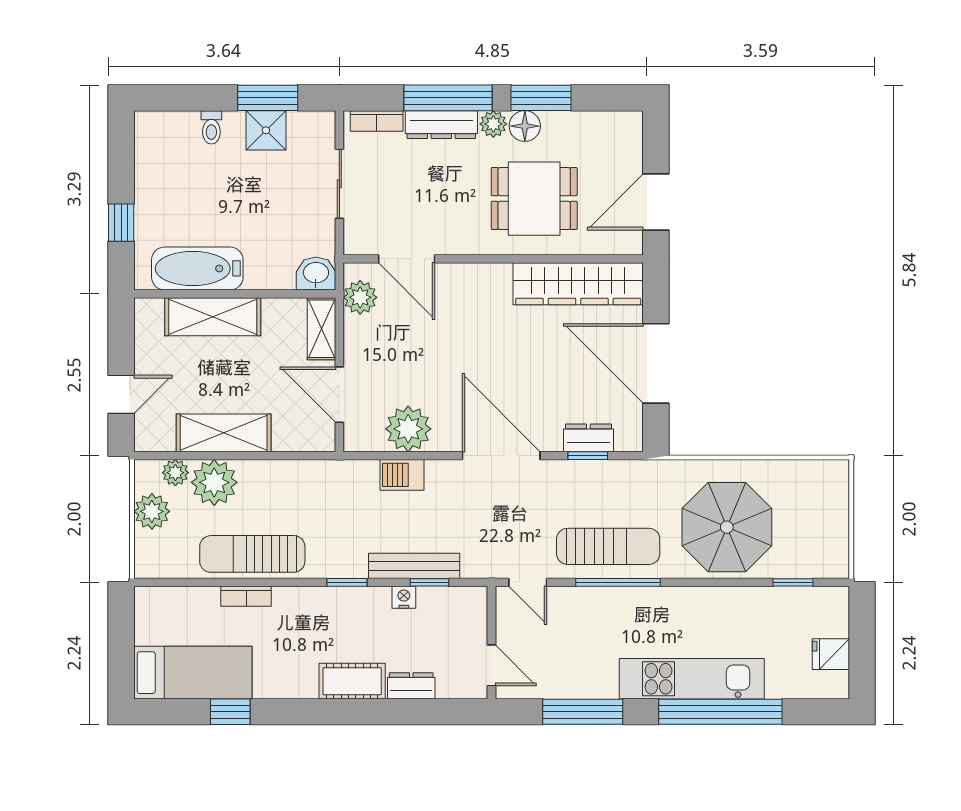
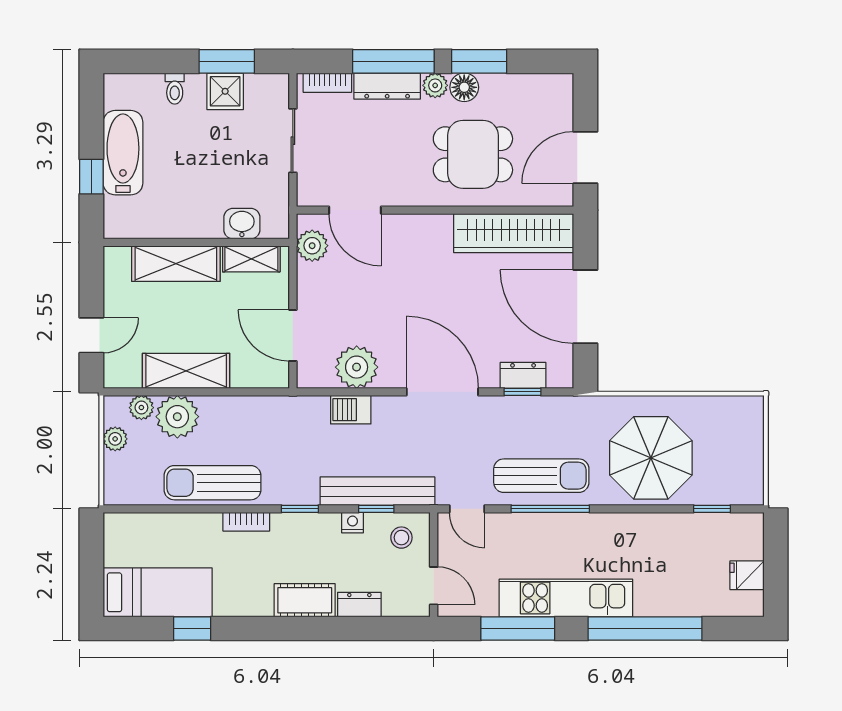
bathtub: (197, 268) -> (123, 153), moved, turned 90
washbasin: (316, 274) -> (242, 224), moved
shelving: (322, 329) -> (251, 259), moved, turned 90
plant: (152, 511) -> (115, 439), width x0.73, depth x0.73
bench: (414, 566) -> (377, 491), width x1.37, depth x1.21
bookcase: (246, 596) -> (246, 522), moved
stool: (457, 613) -> (401, 538), added
kitchen unit: (692, 679) -> (566, 598), moved

